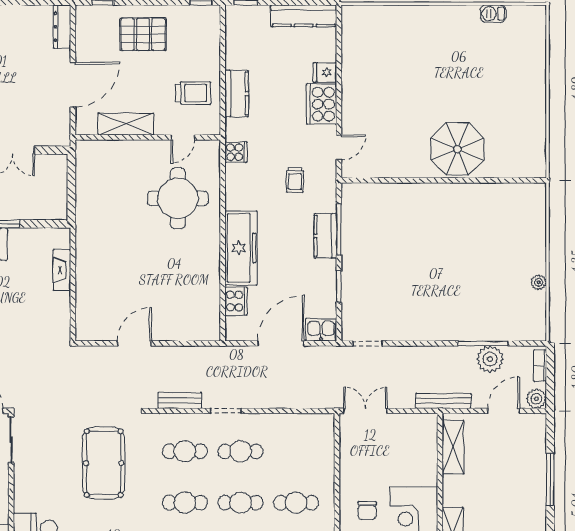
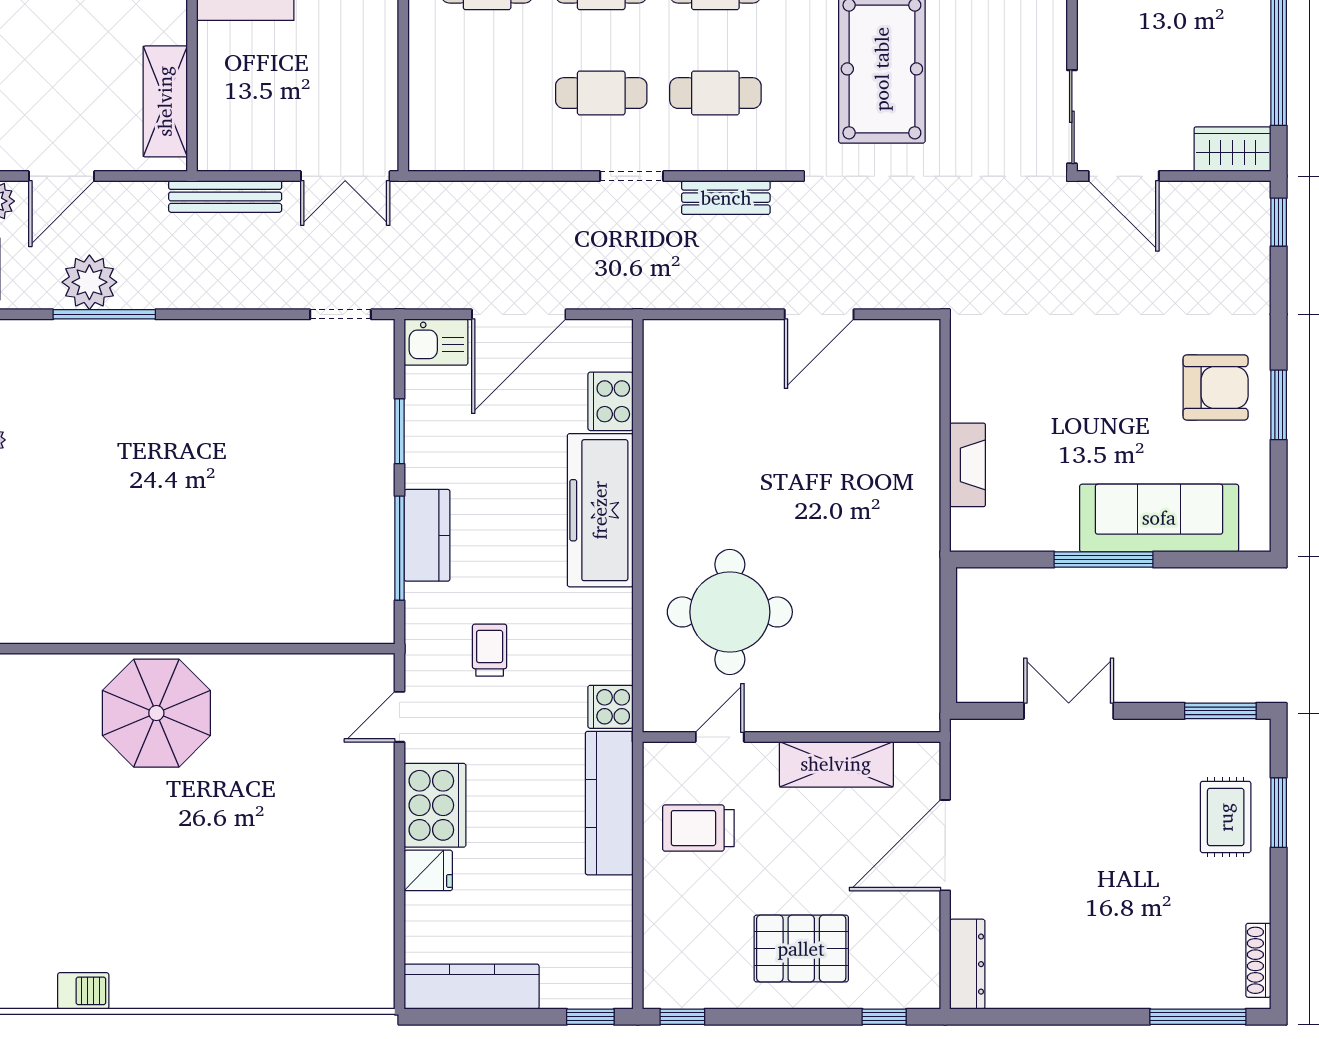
kitchen counter: (237, 94) -> (609, 803), width x1.50
bench: (443, 401) -> (225, 196), moved

